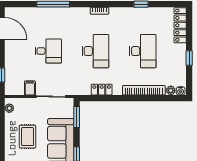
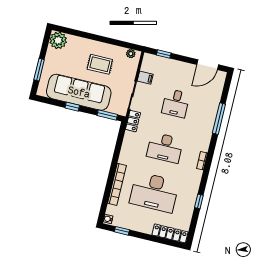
desk: (143, 51) -> (154, 192), width x1.36, depth x1.30
window: (189, 58) -> (122, 231), moved
locker: (102, 90) -> (133, 121), moved
plant: (171, 90) -> (111, 210), removed

